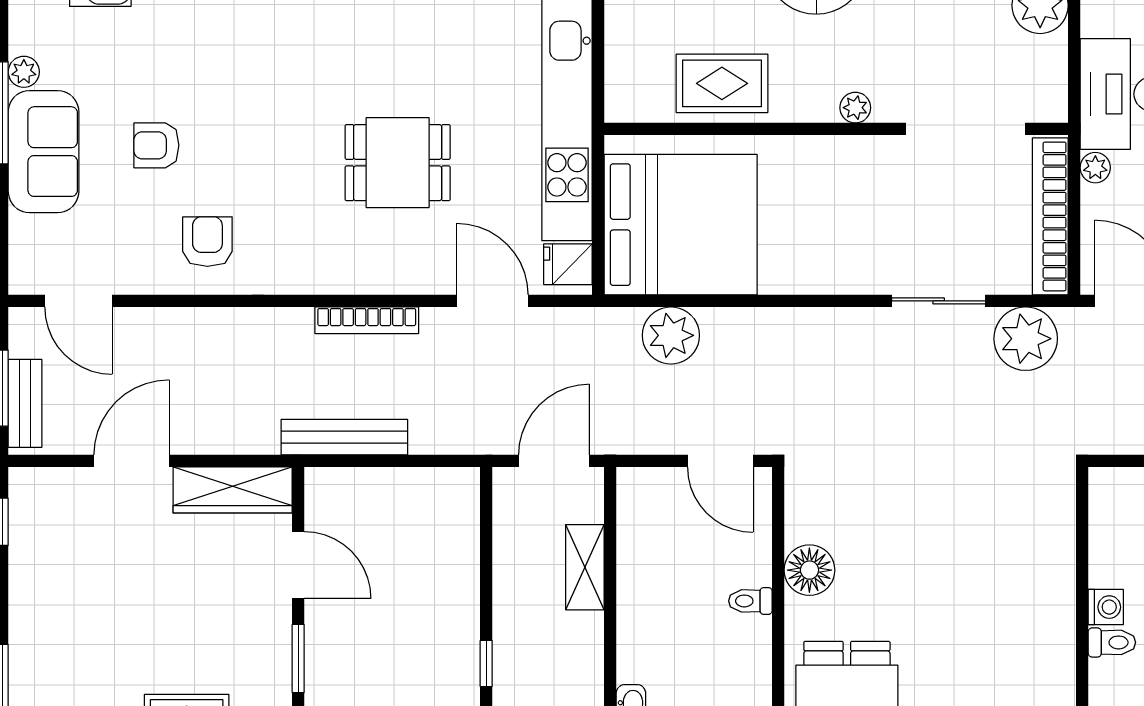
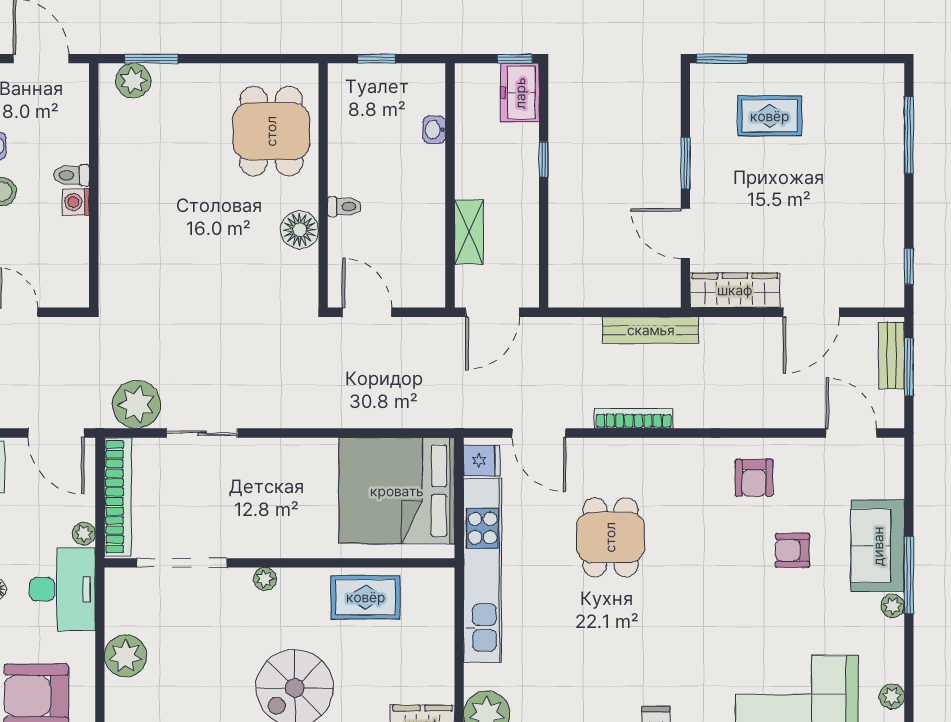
armchair: (156, 145) -> (792, 550), turned 180
dining table: (398, 163) -> (610, 537), turned 90
plant: (671, 335) -> (404, 407), removed

